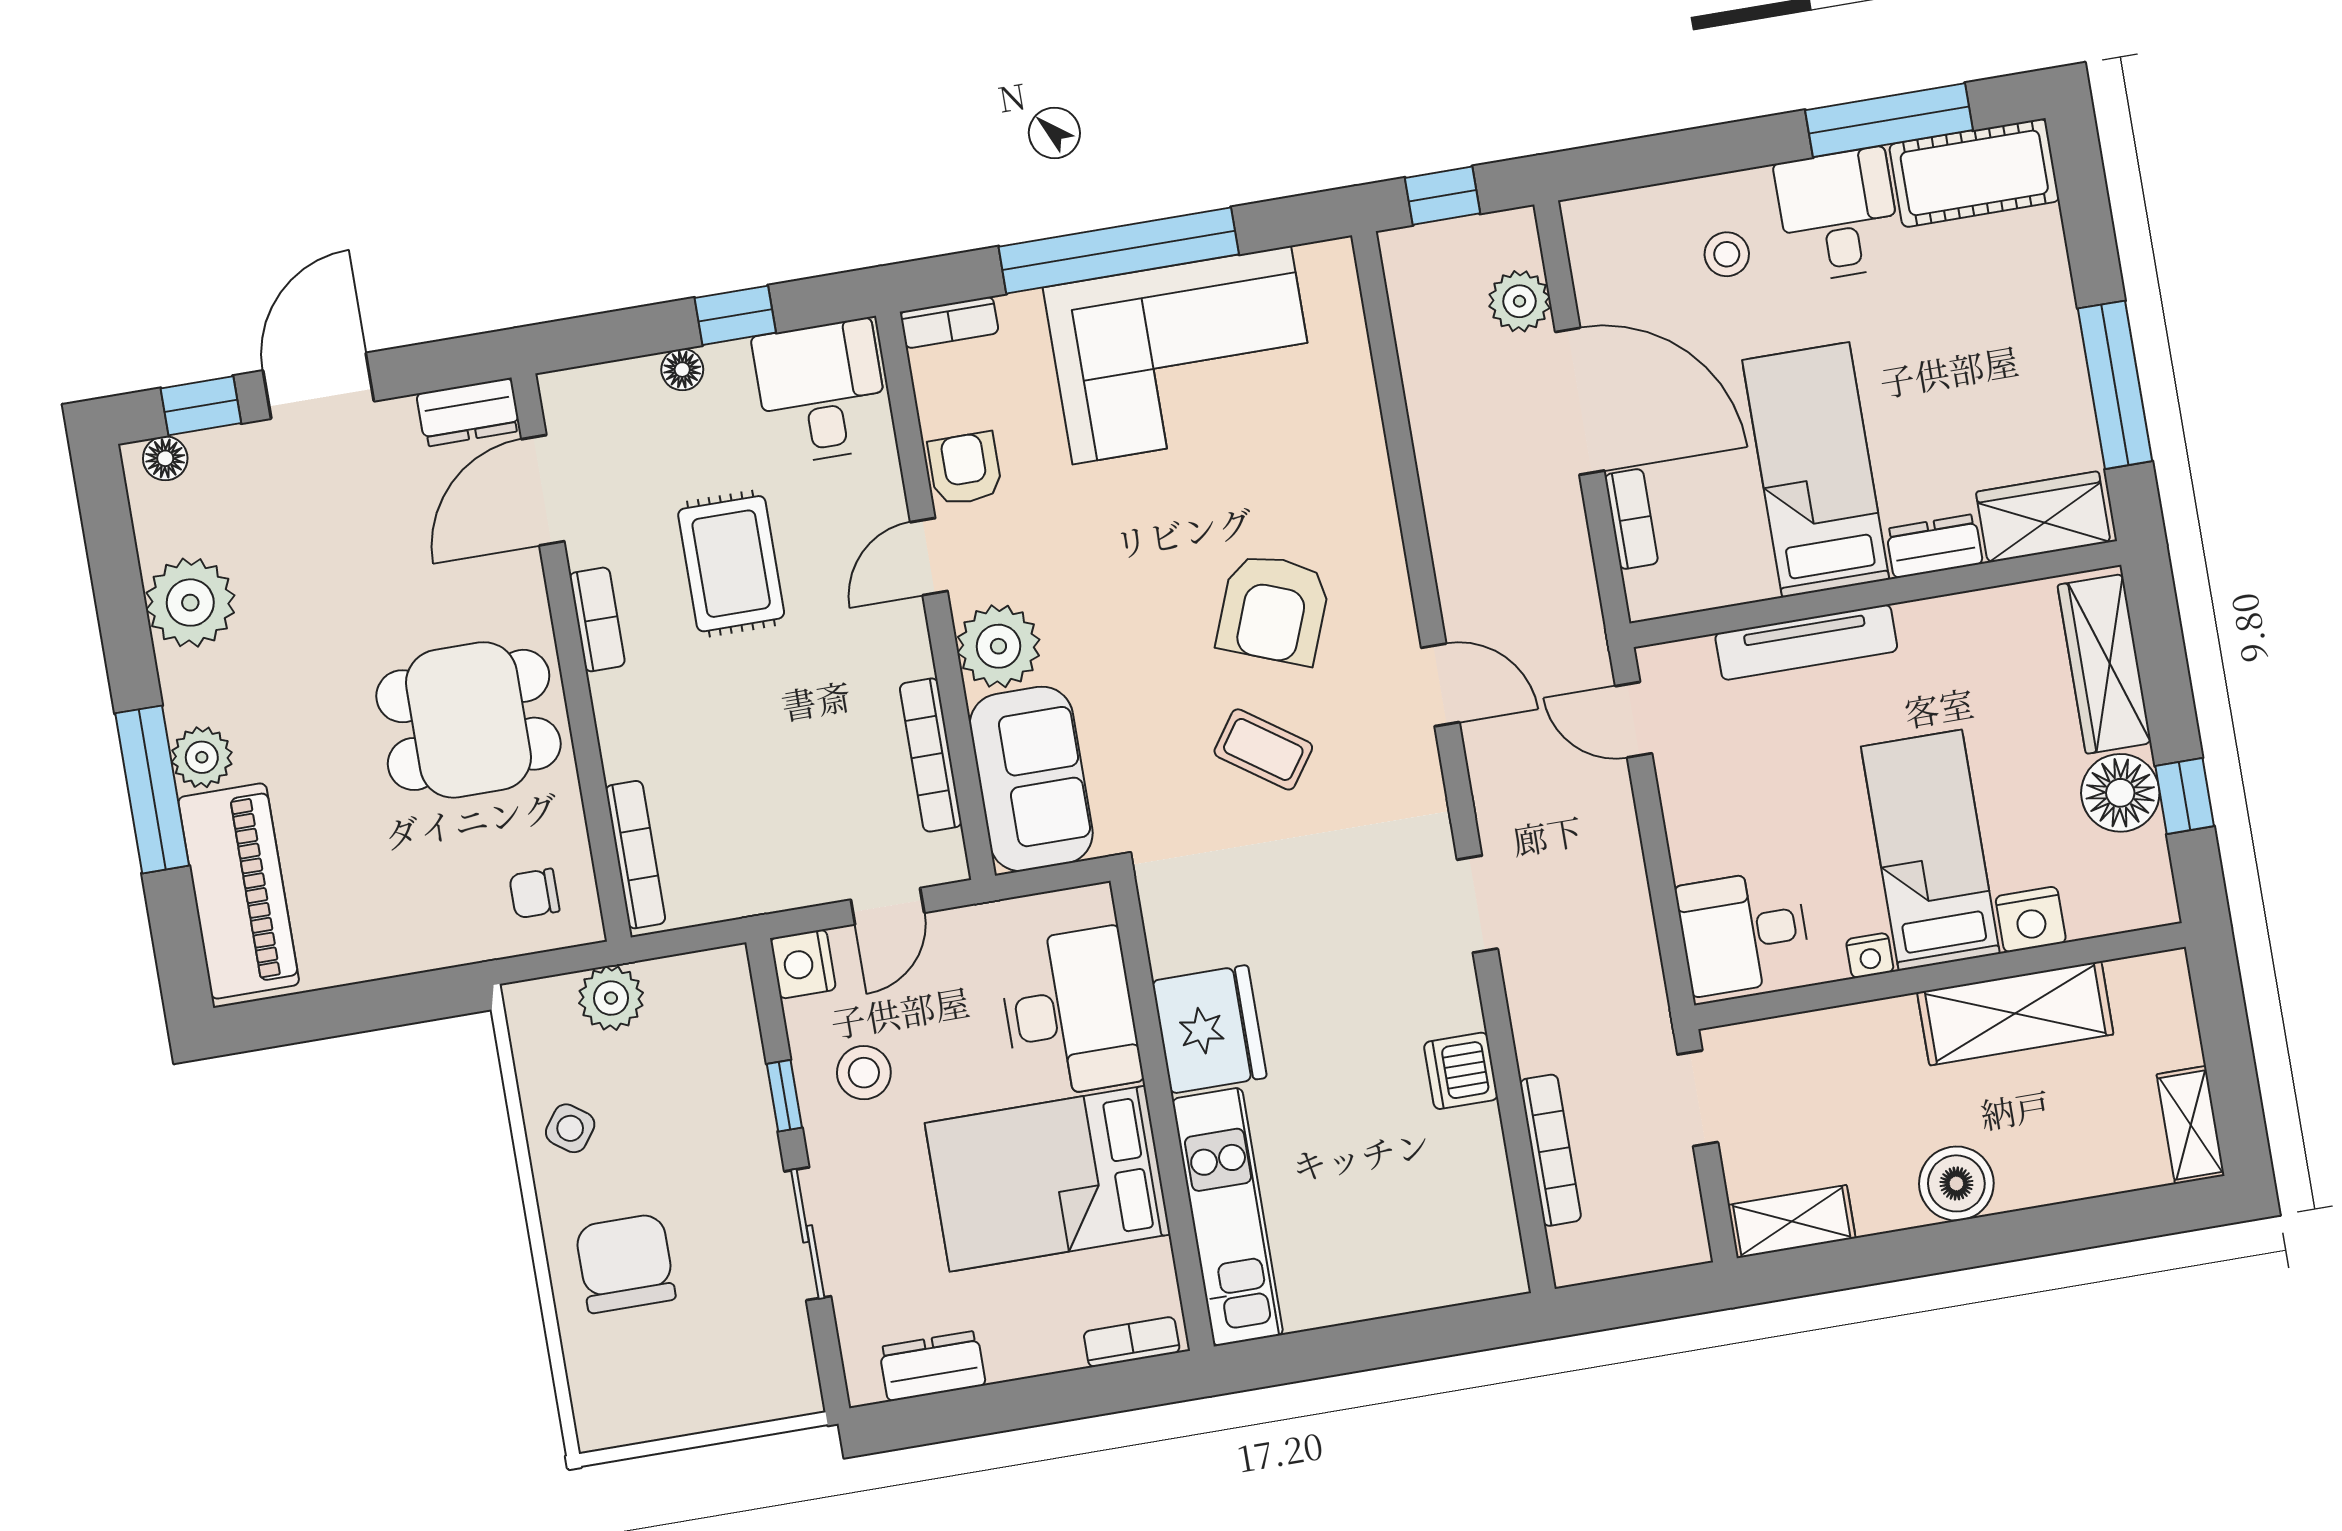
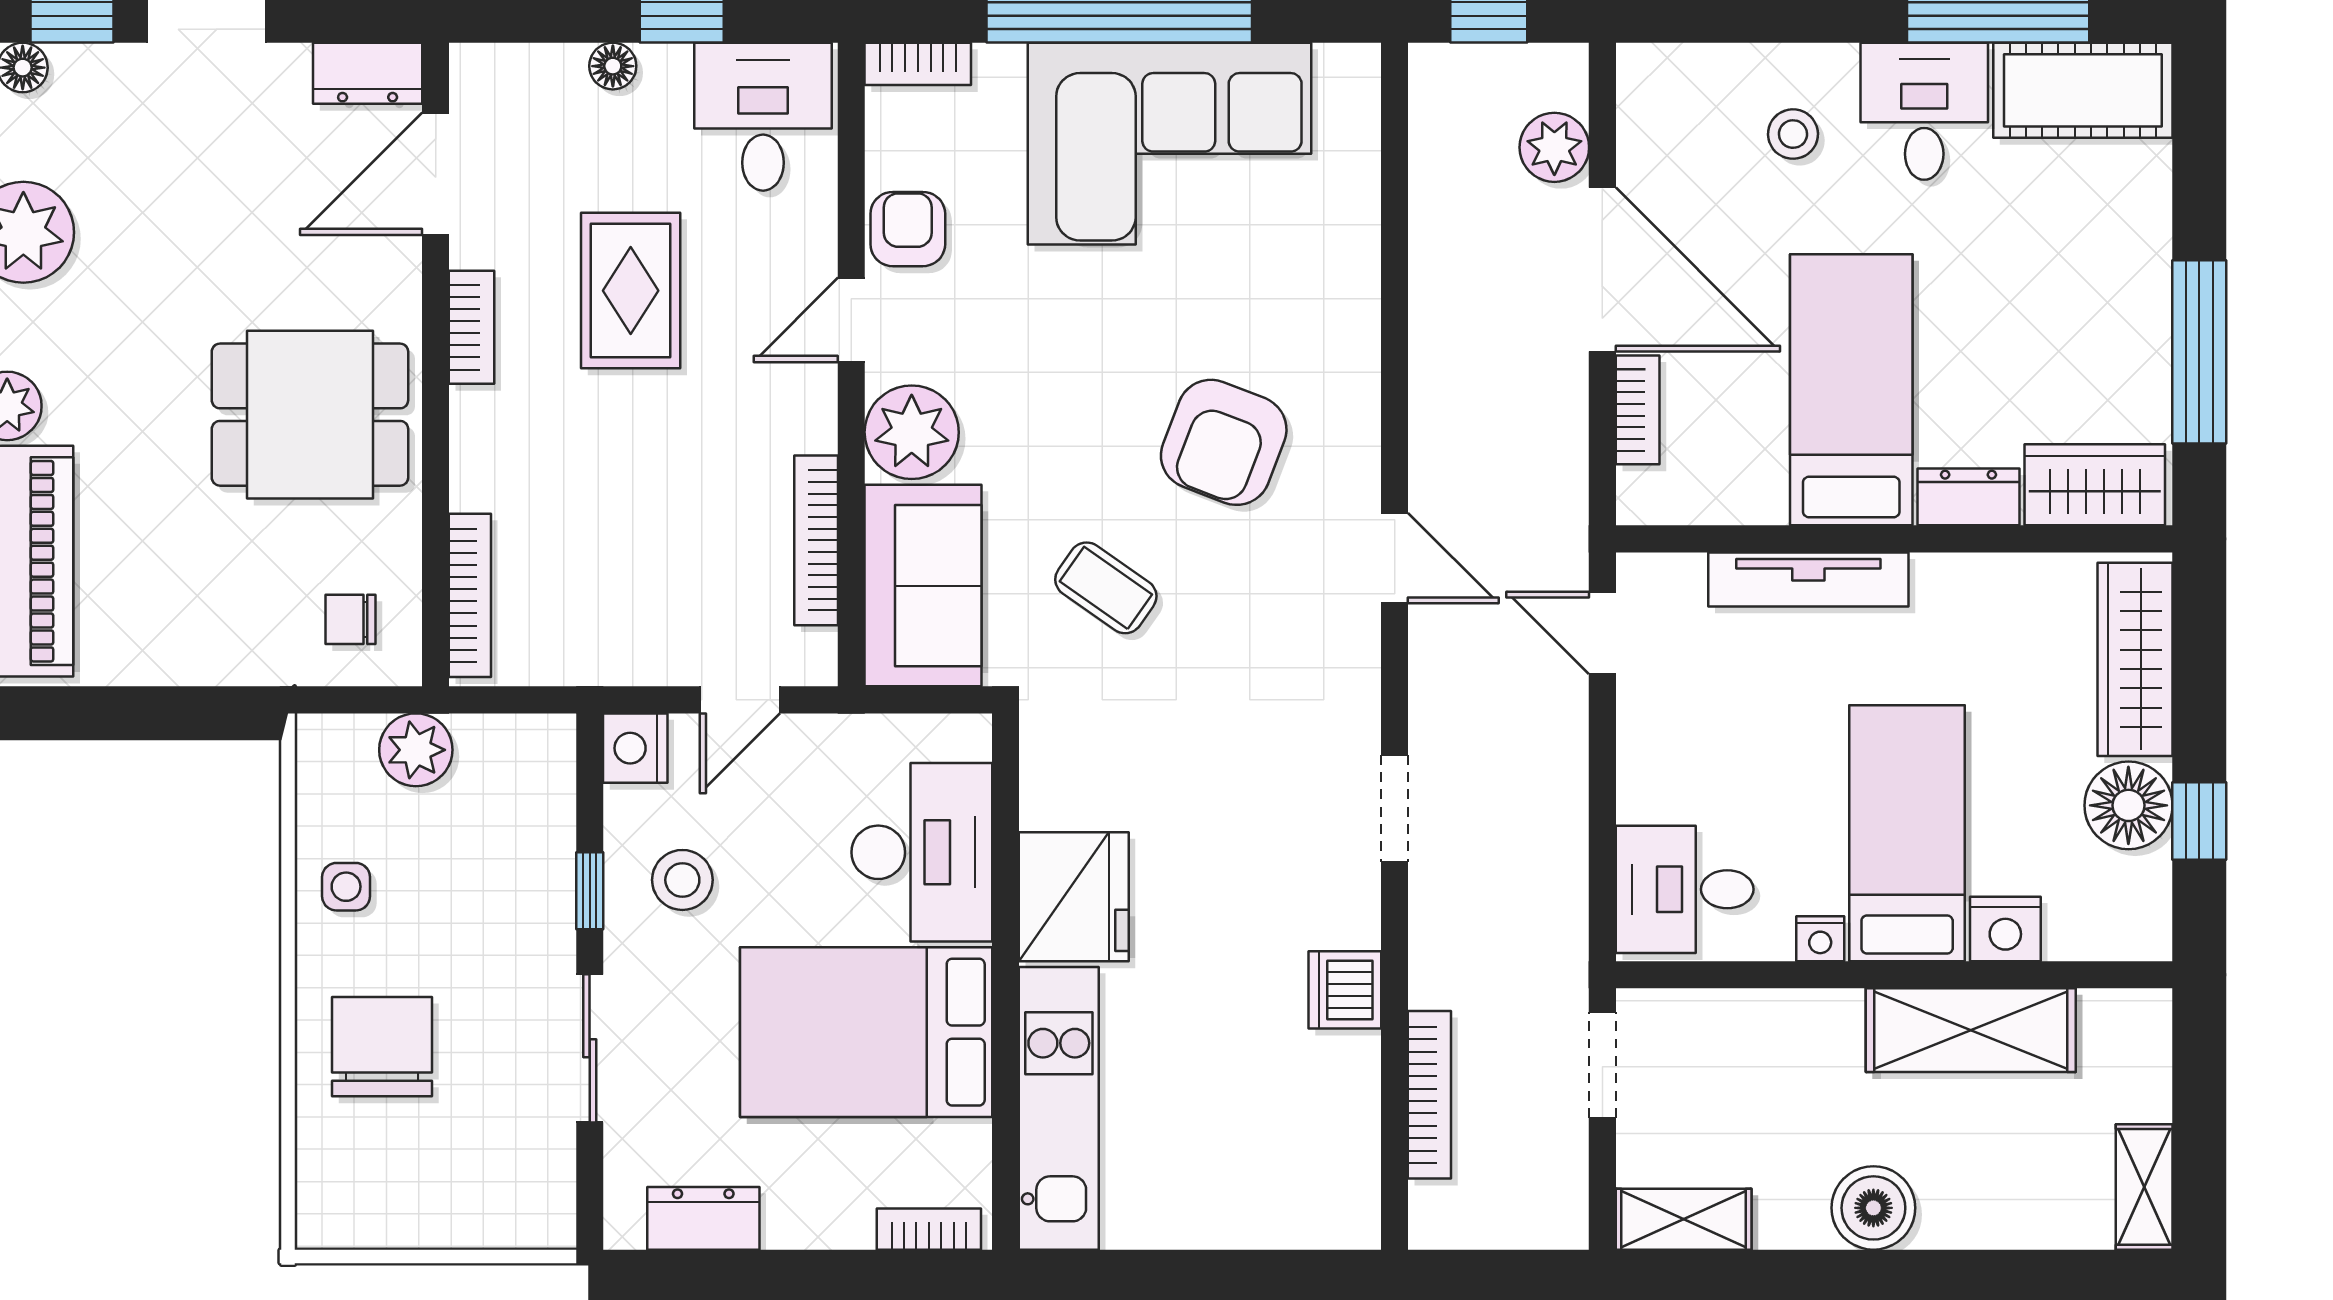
coffee table: (1263, 749) -> (1106, 588), moved
side table: (570, 1128) -> (346, 887), turned -36

